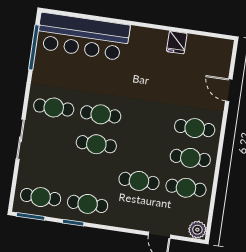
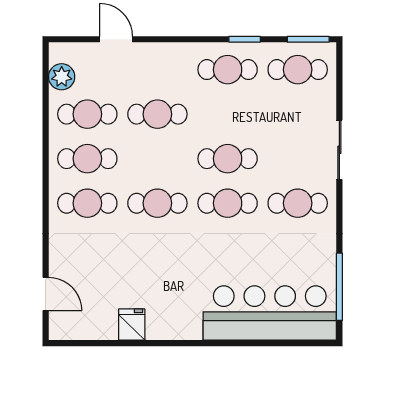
door: (229, 90) -> (46, 294), moved
cafe table: (148, 121) -> (157, 203), added
plant: (197, 230) -> (62, 77), moved

